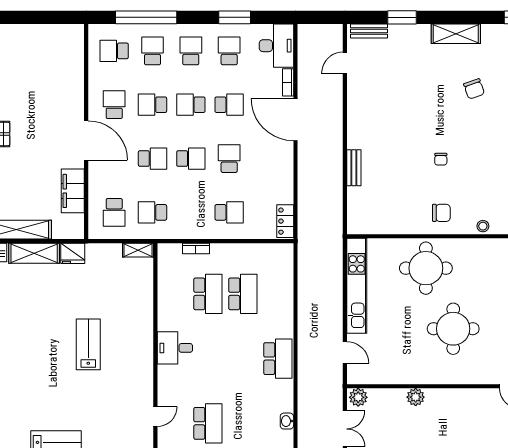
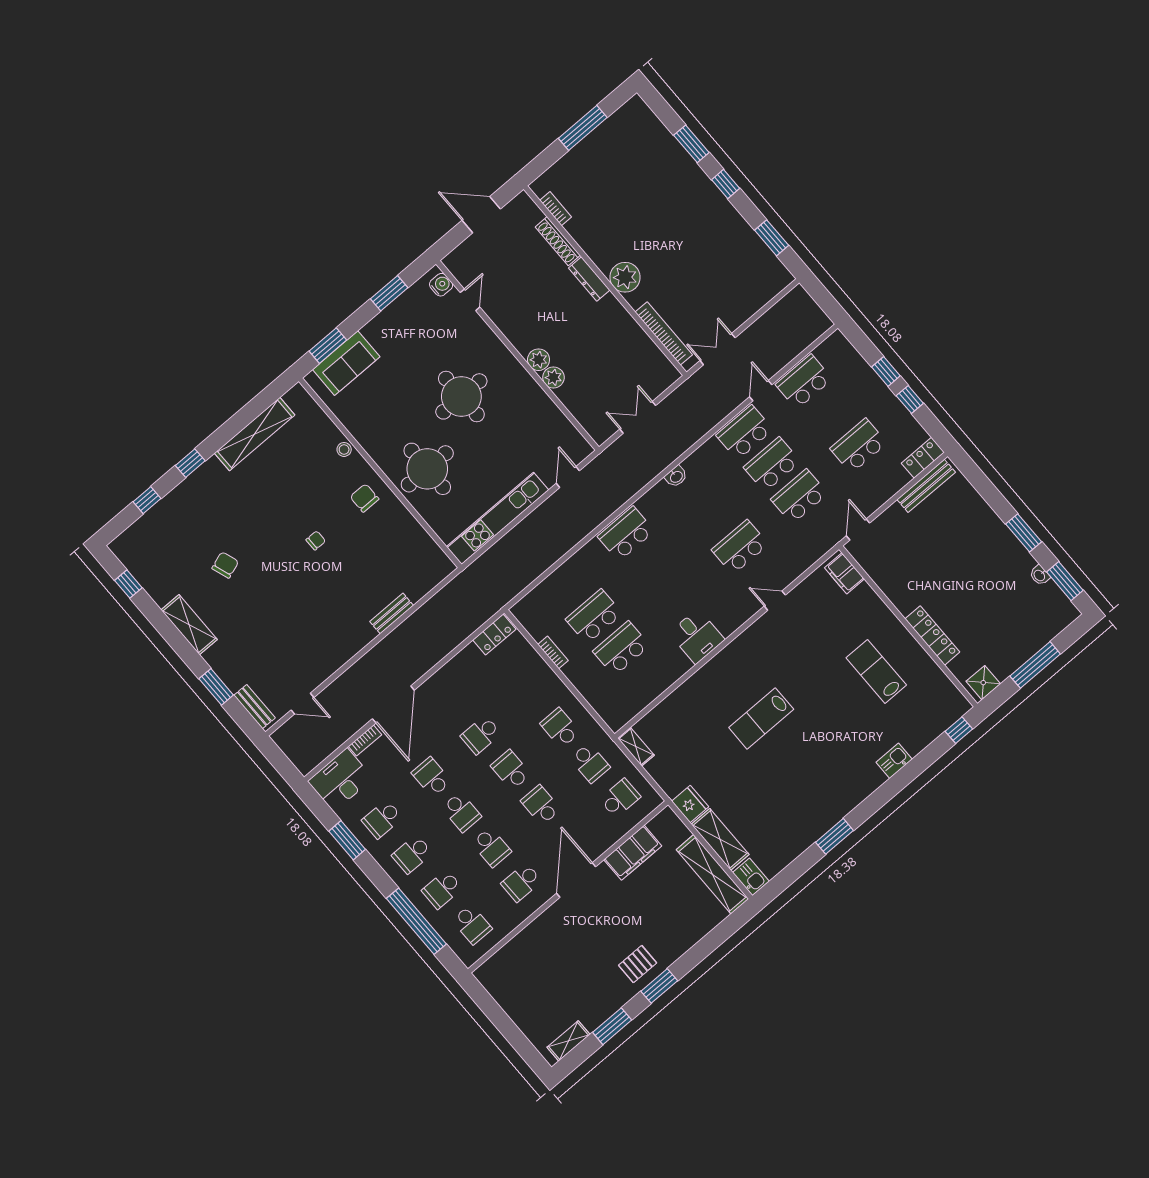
school desk: (229, 212) -> (560, 728), moved
bookcase: (196, 249) -> (553, 652), moved
plant: (358, 397) -> (539, 360), moved

